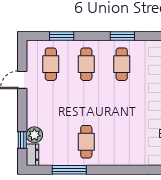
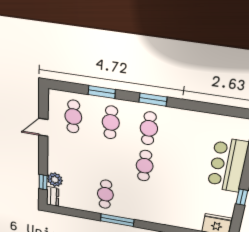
window: (62, 36) -> (102, 92), moved
cafe table: (122, 103) -> (145, 166), added
window: (69, 170) -> (117, 220), moved

